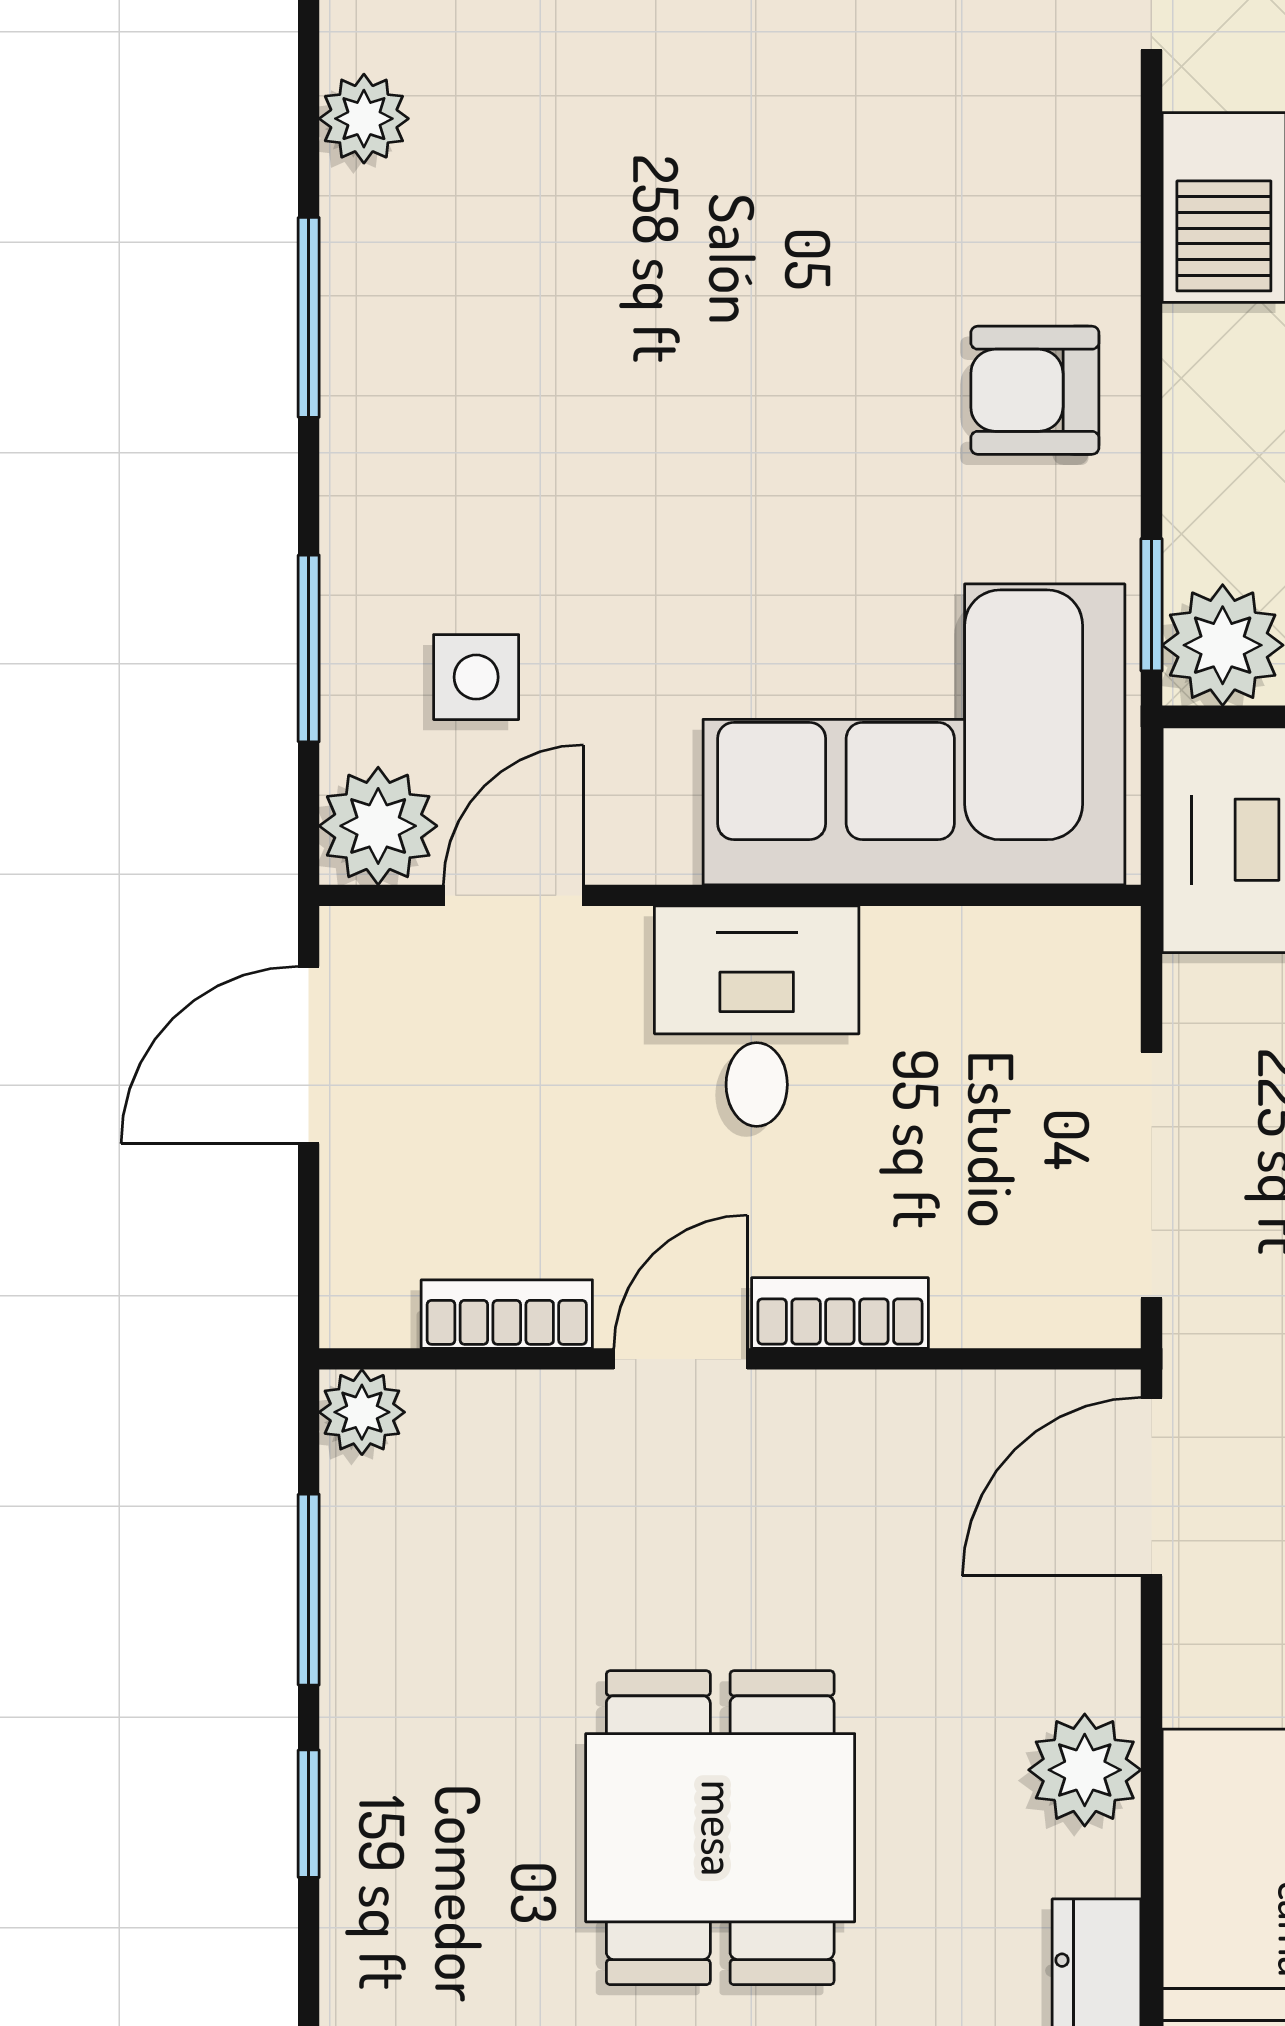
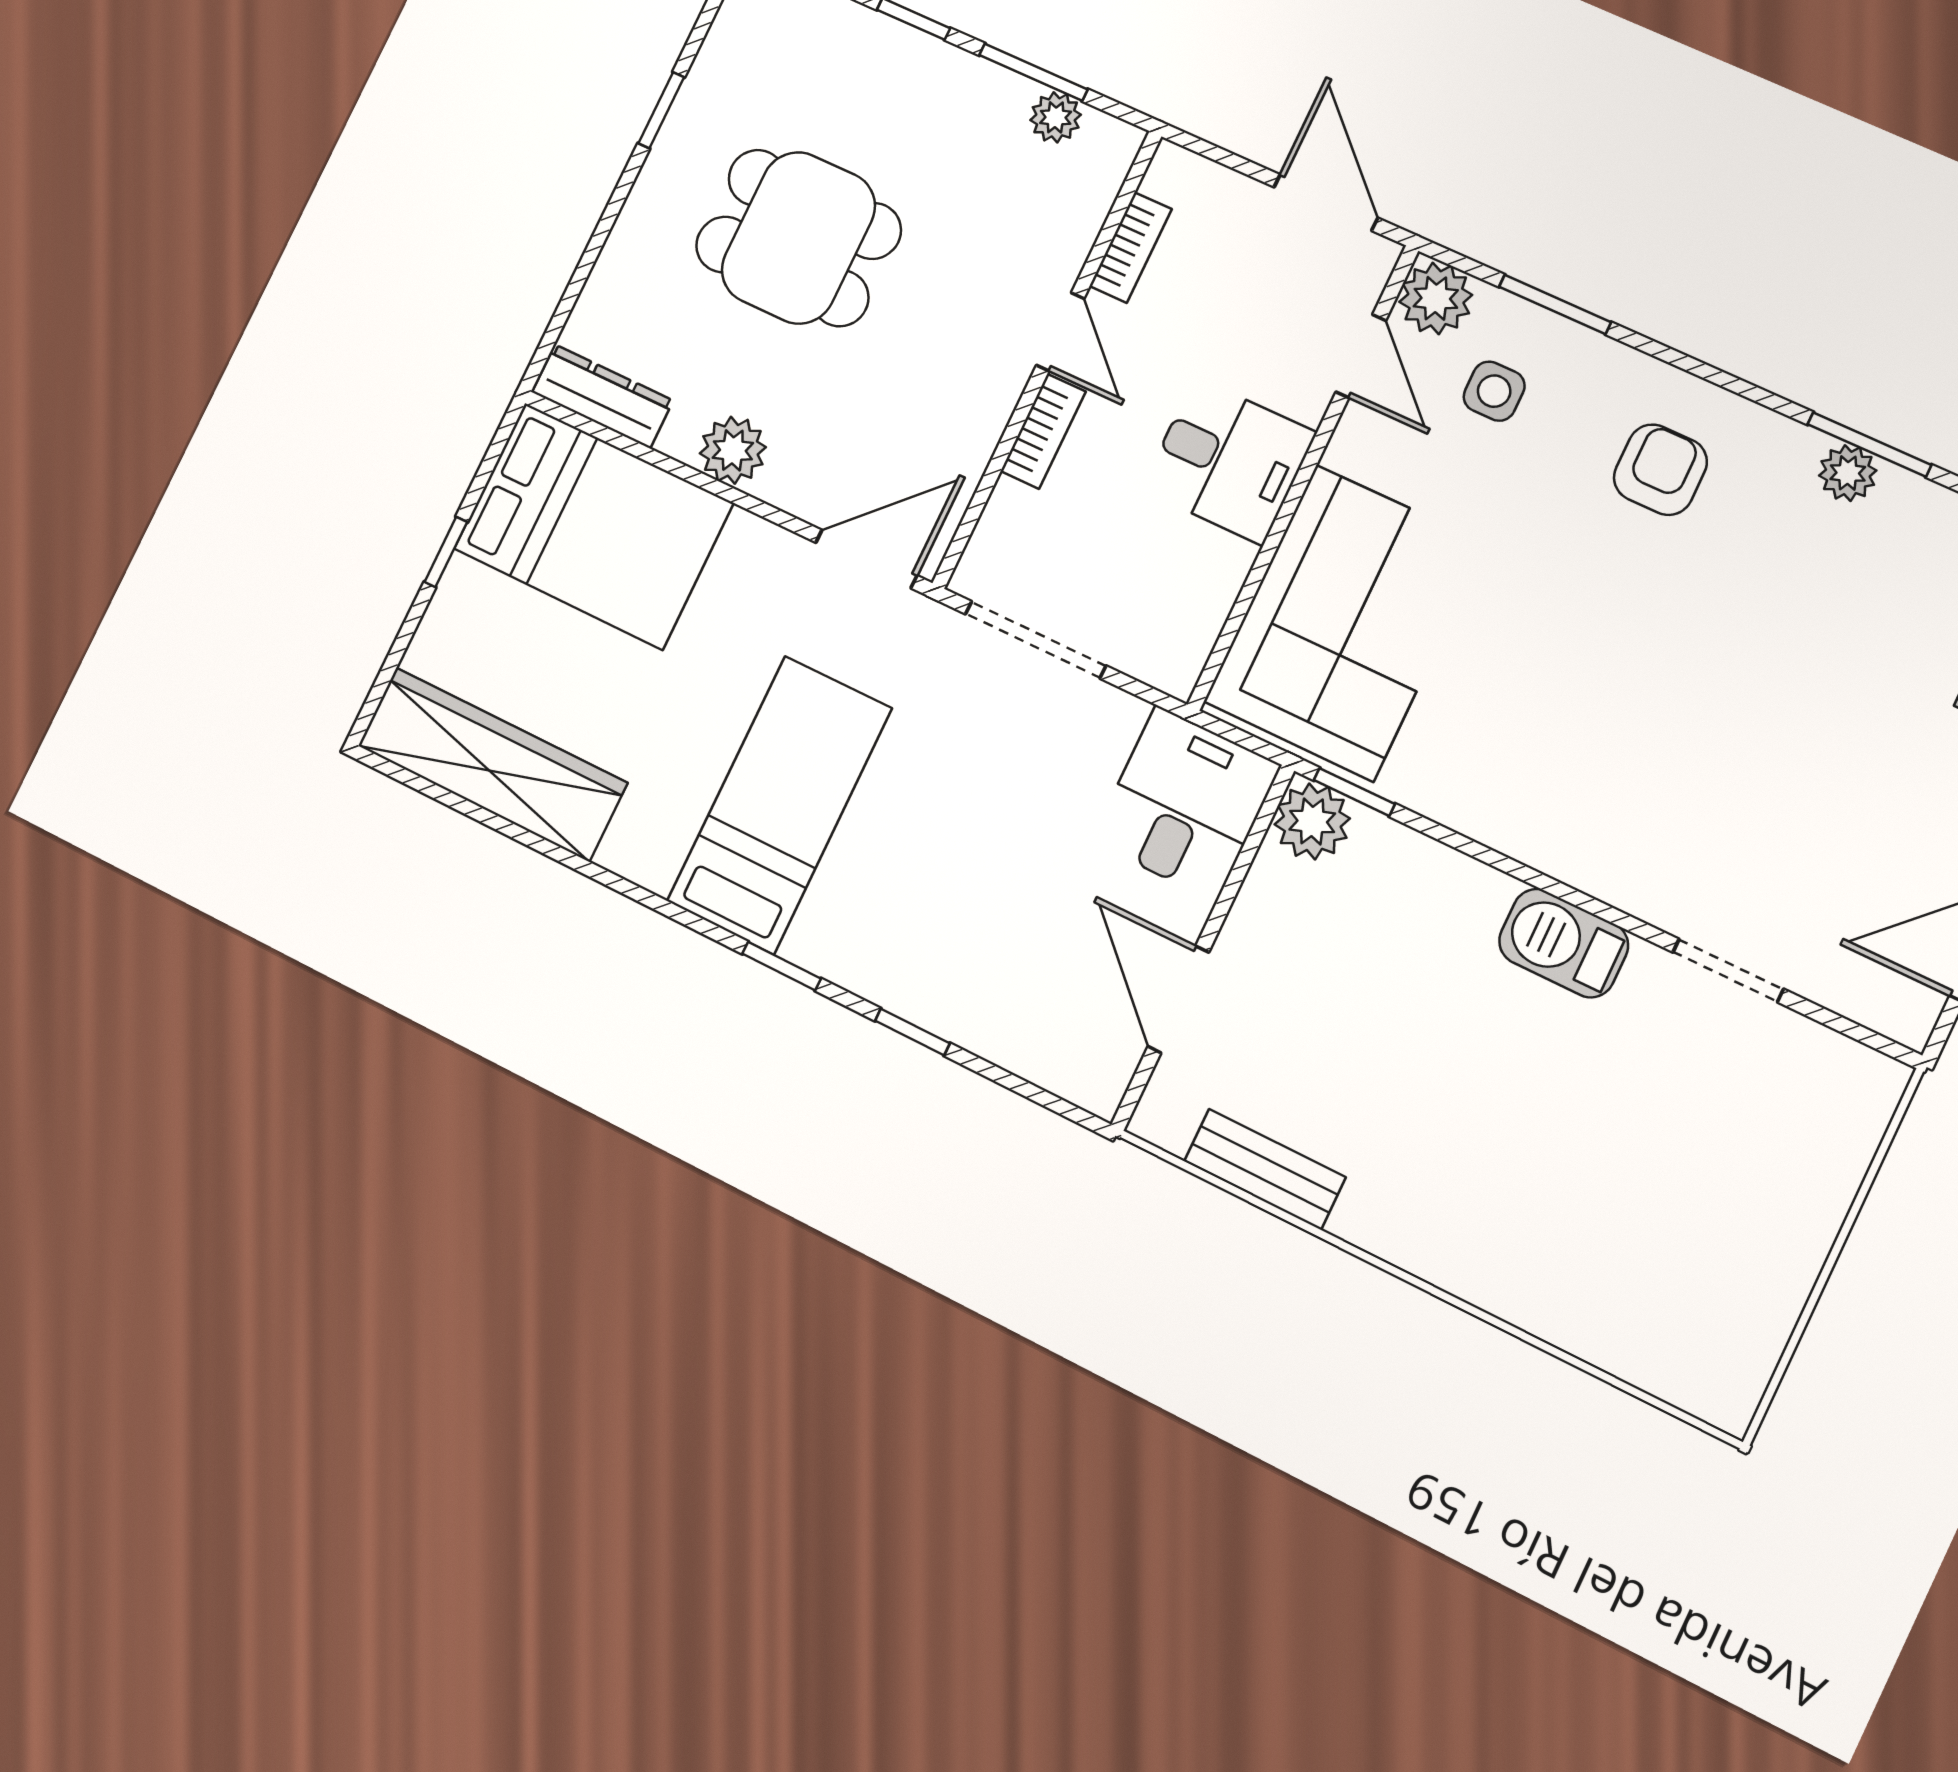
window: (309, 317) -> (1869, 444), moved
armchair: (1035, 390) -> (1660, 470), moved
plant: (362, 1412) -> (1056, 117), moved
door: (1151, 1487) -> (866, 559), hinge flipped

